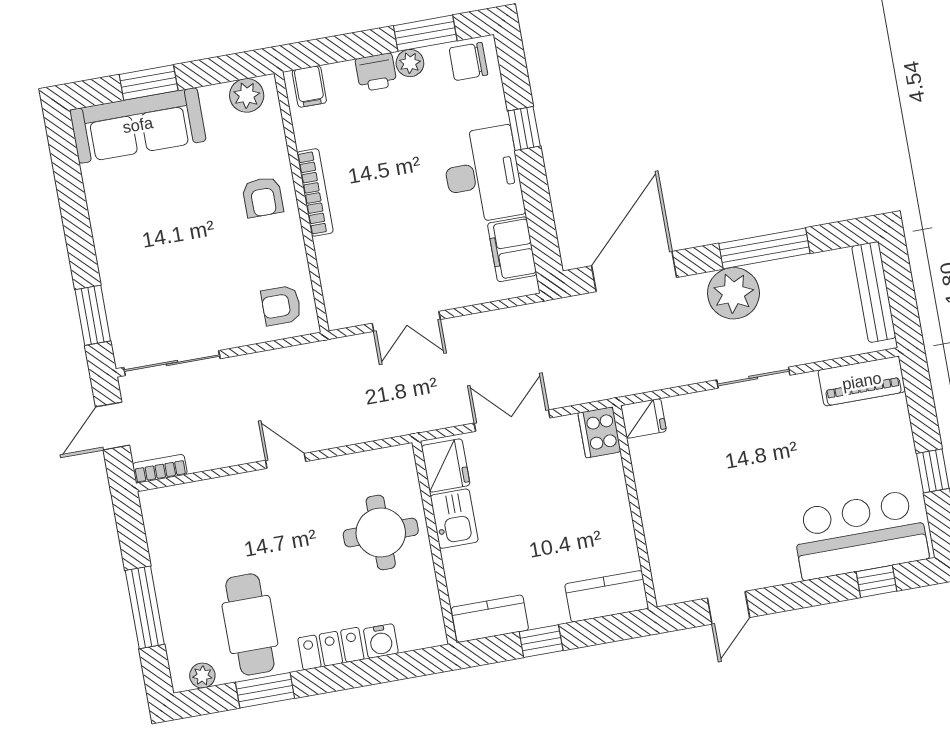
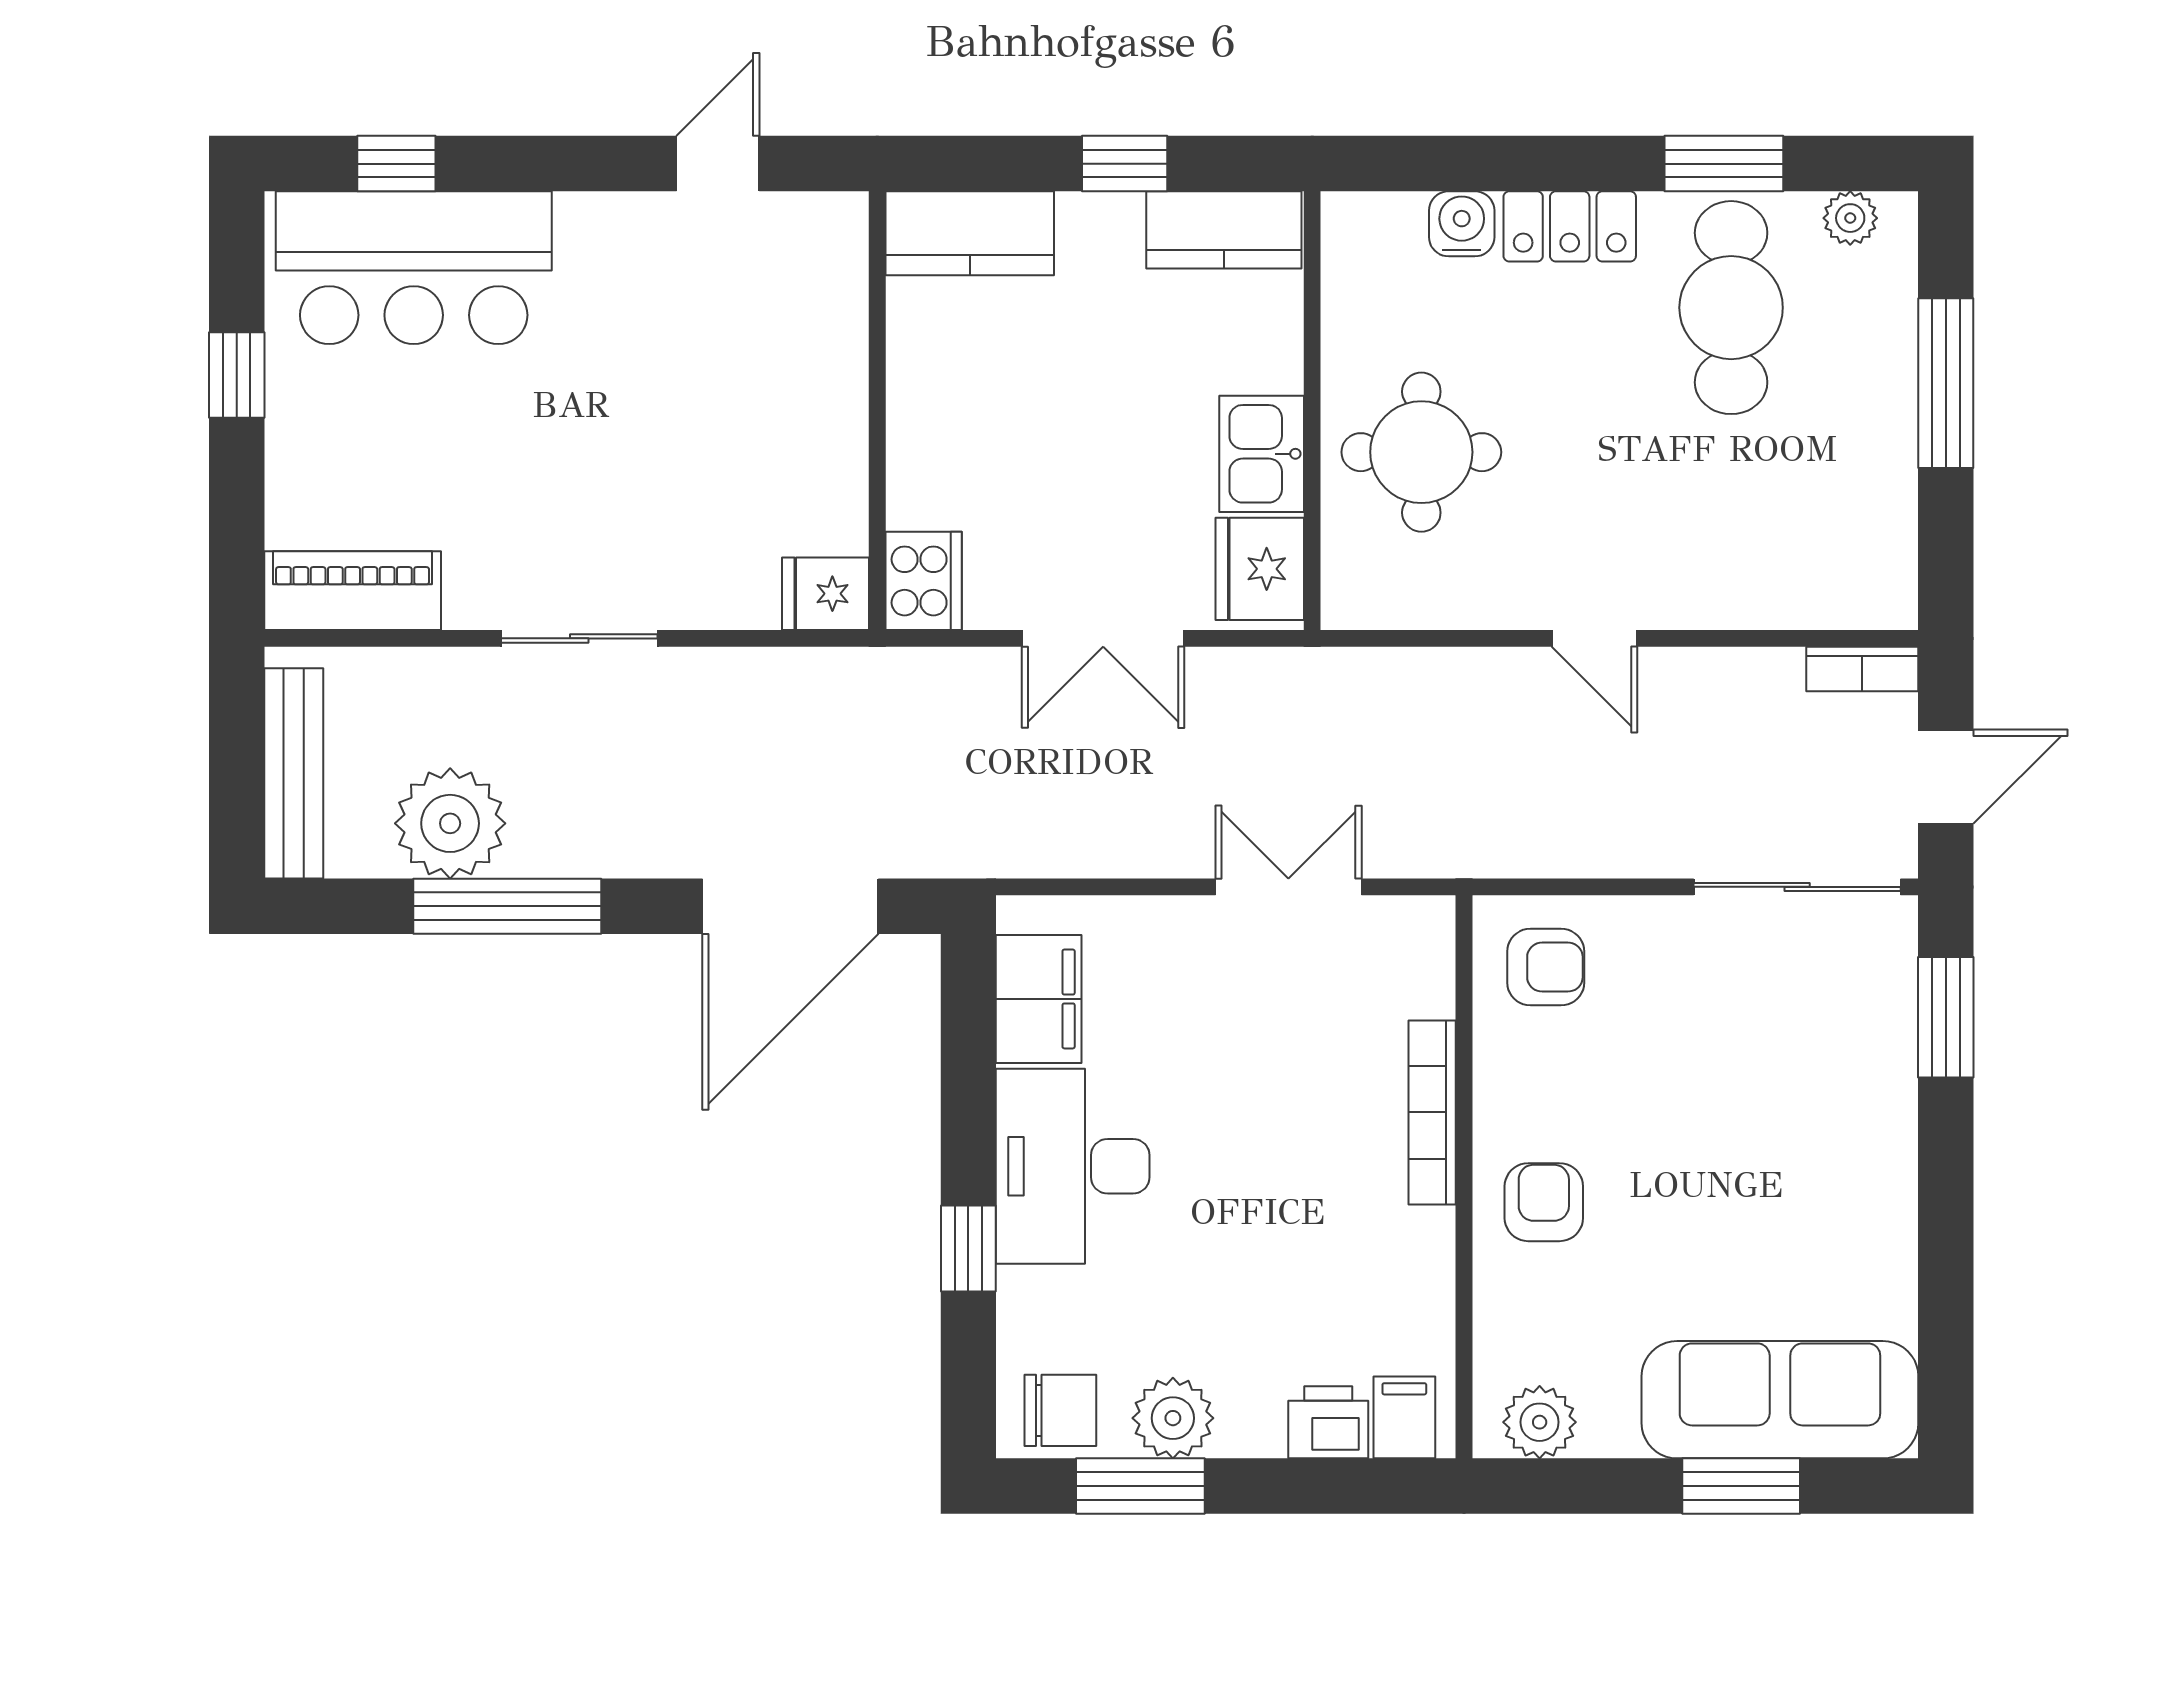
plant: (410, 63) -> (1173, 1418), width x1.38, depth x1.38
printer: (376, 72) -> (1328, 1422), moved
bookcase: (315, 192) -> (1432, 1112), moved
plant: (733, 293) -> (450, 823), moved

